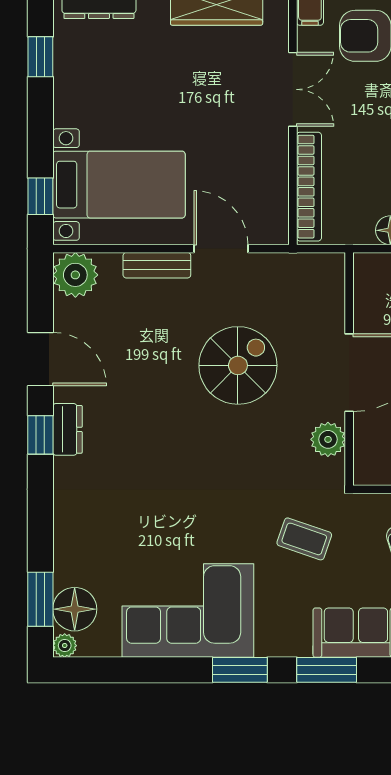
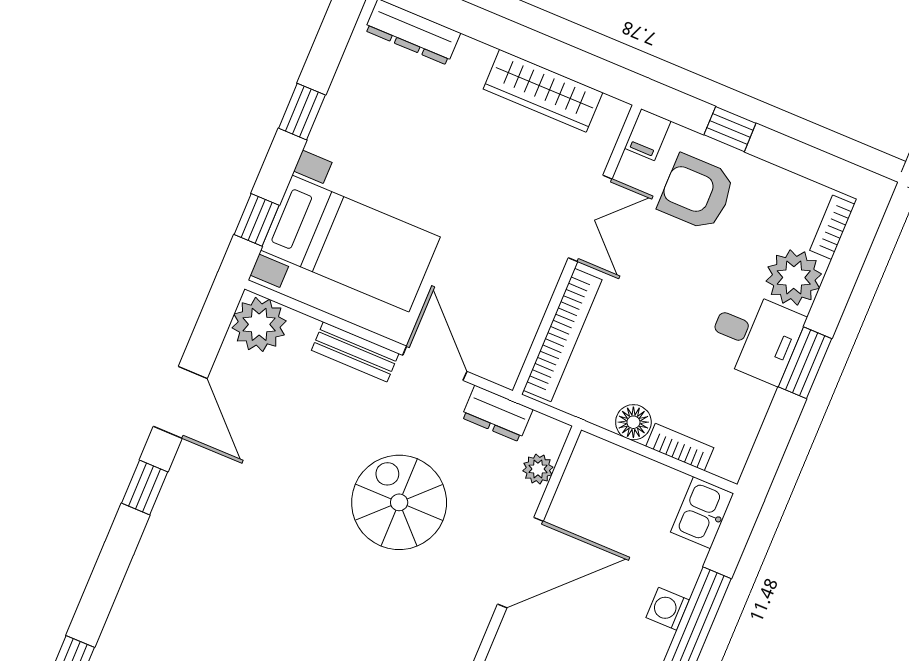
window: (40, 57) -> (302, 112), moved
spiral stairs: (238, 365) -> (399, 502), turned -90
dresser: (67, 429) -> (497, 414), moved, turned 90
plant: (328, 439) -> (538, 469), moved, width x0.73, depth x0.73

